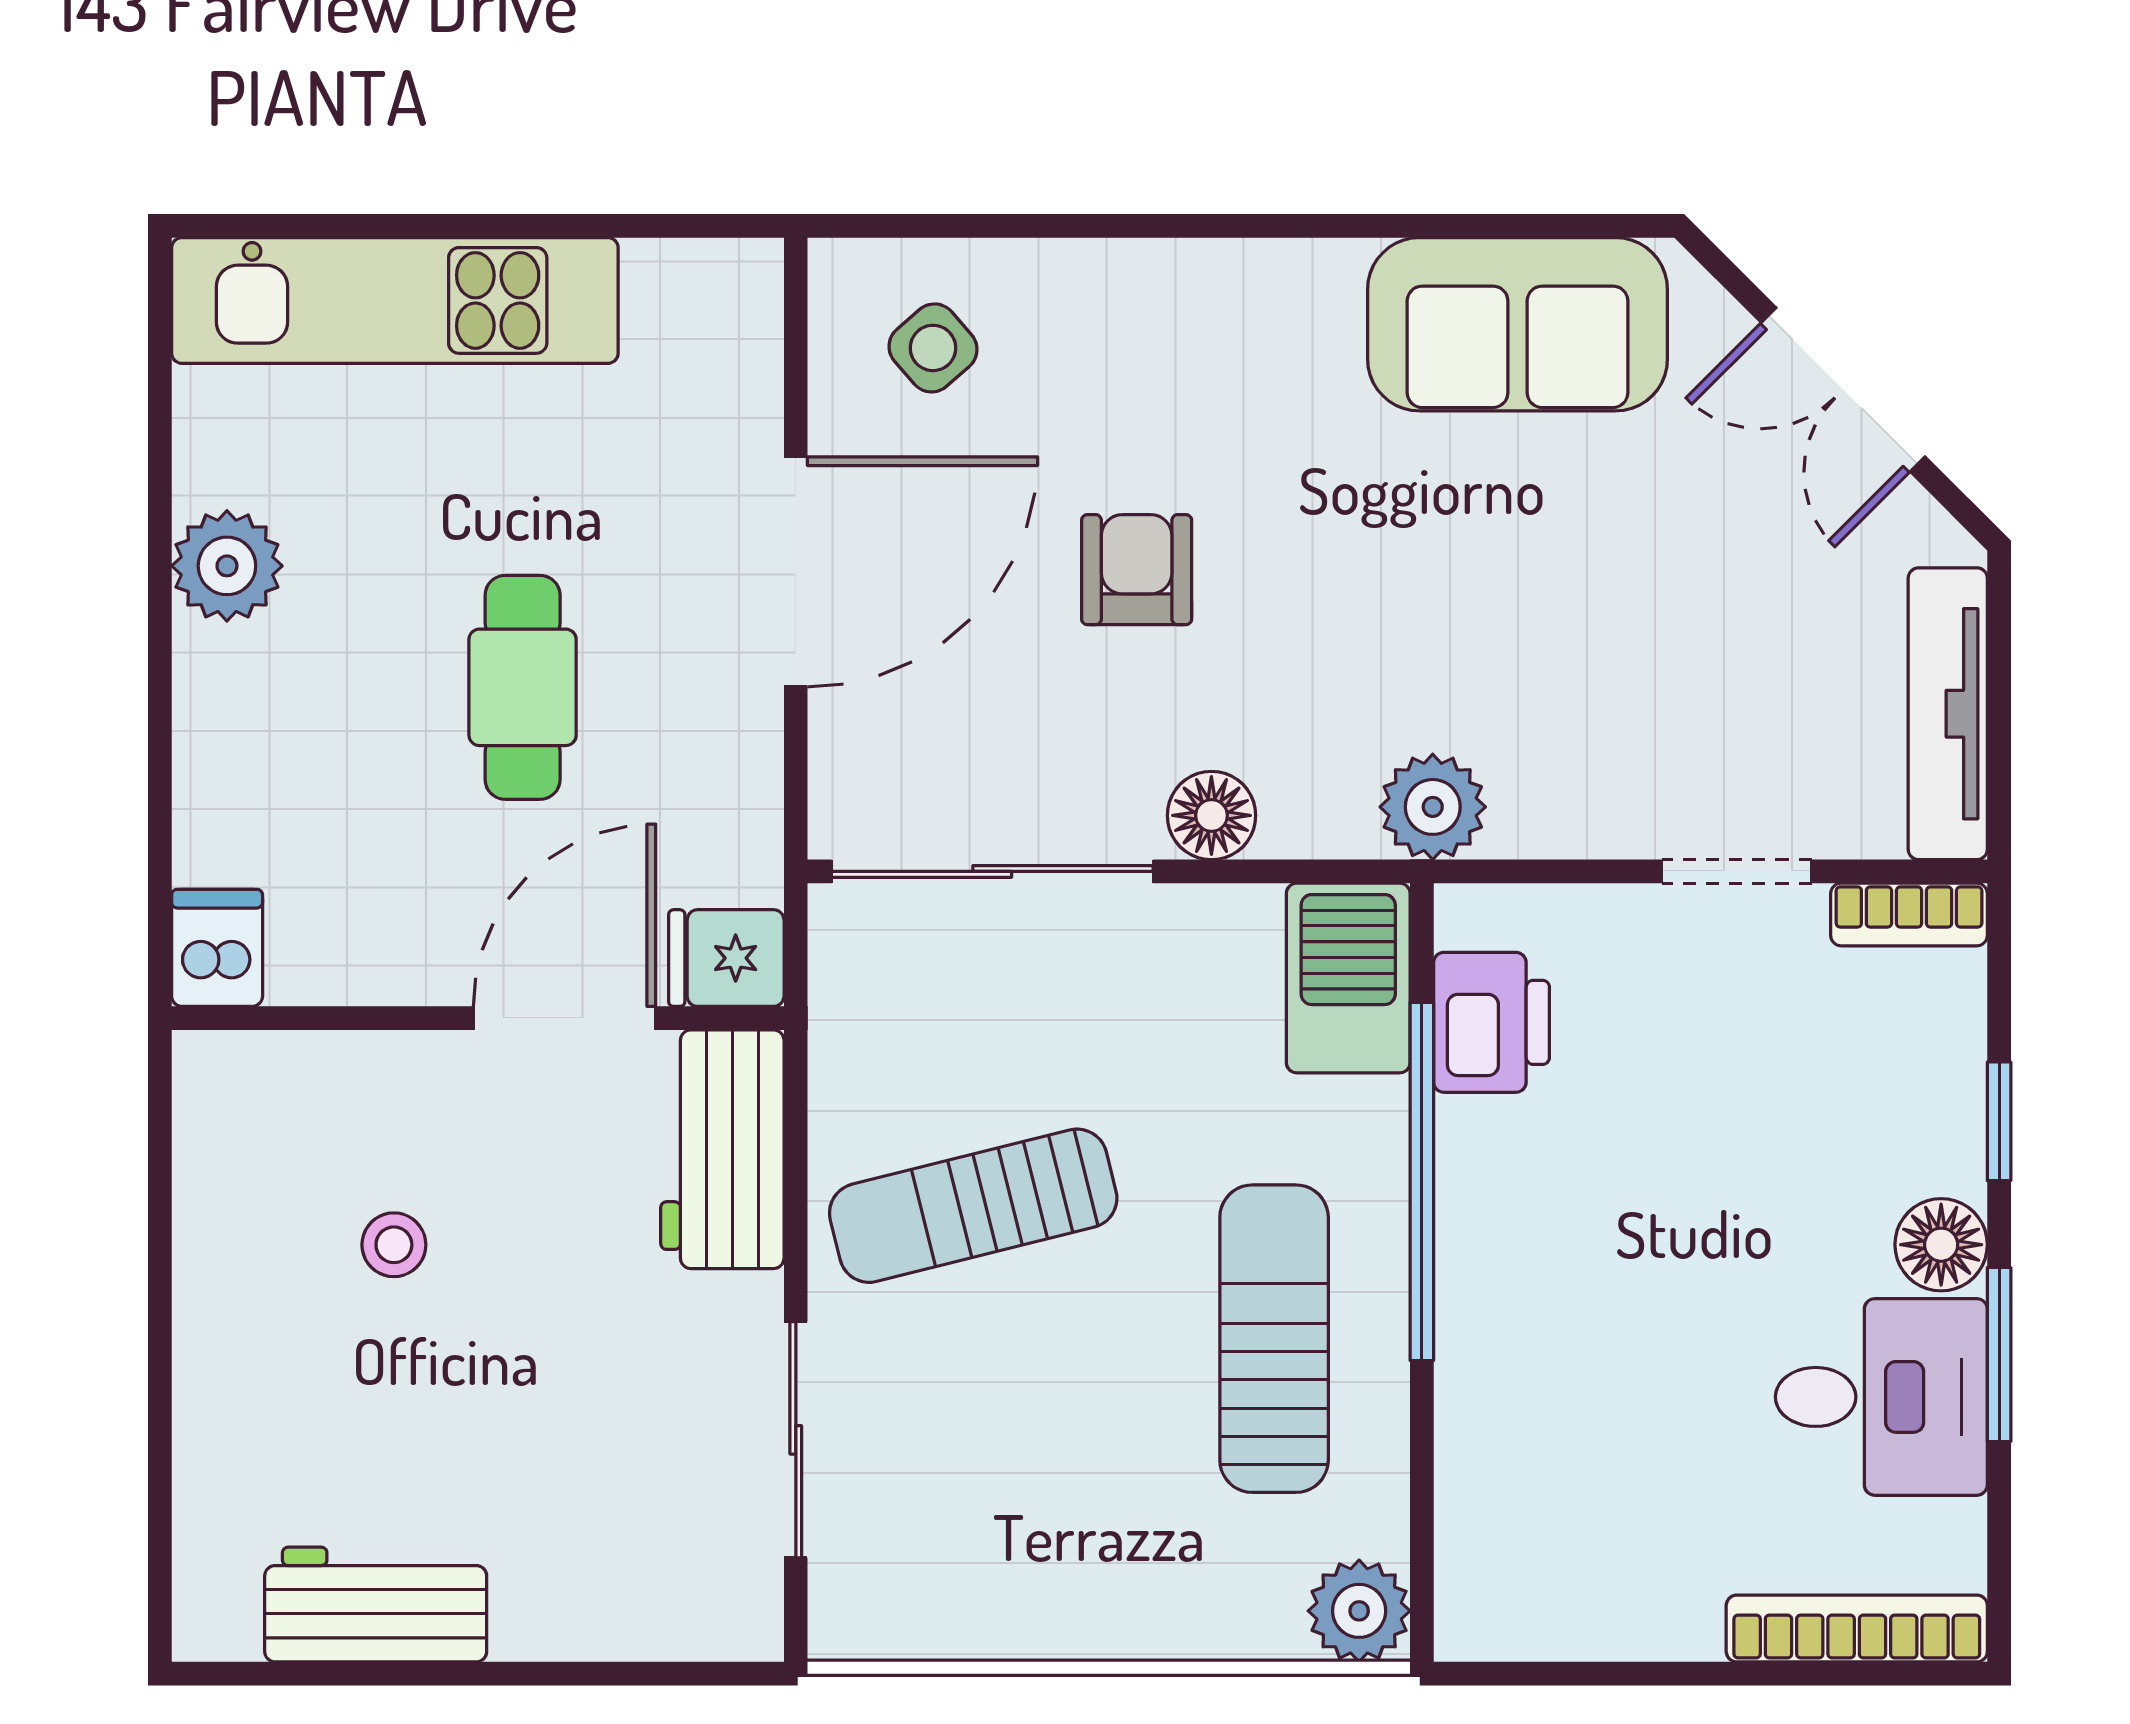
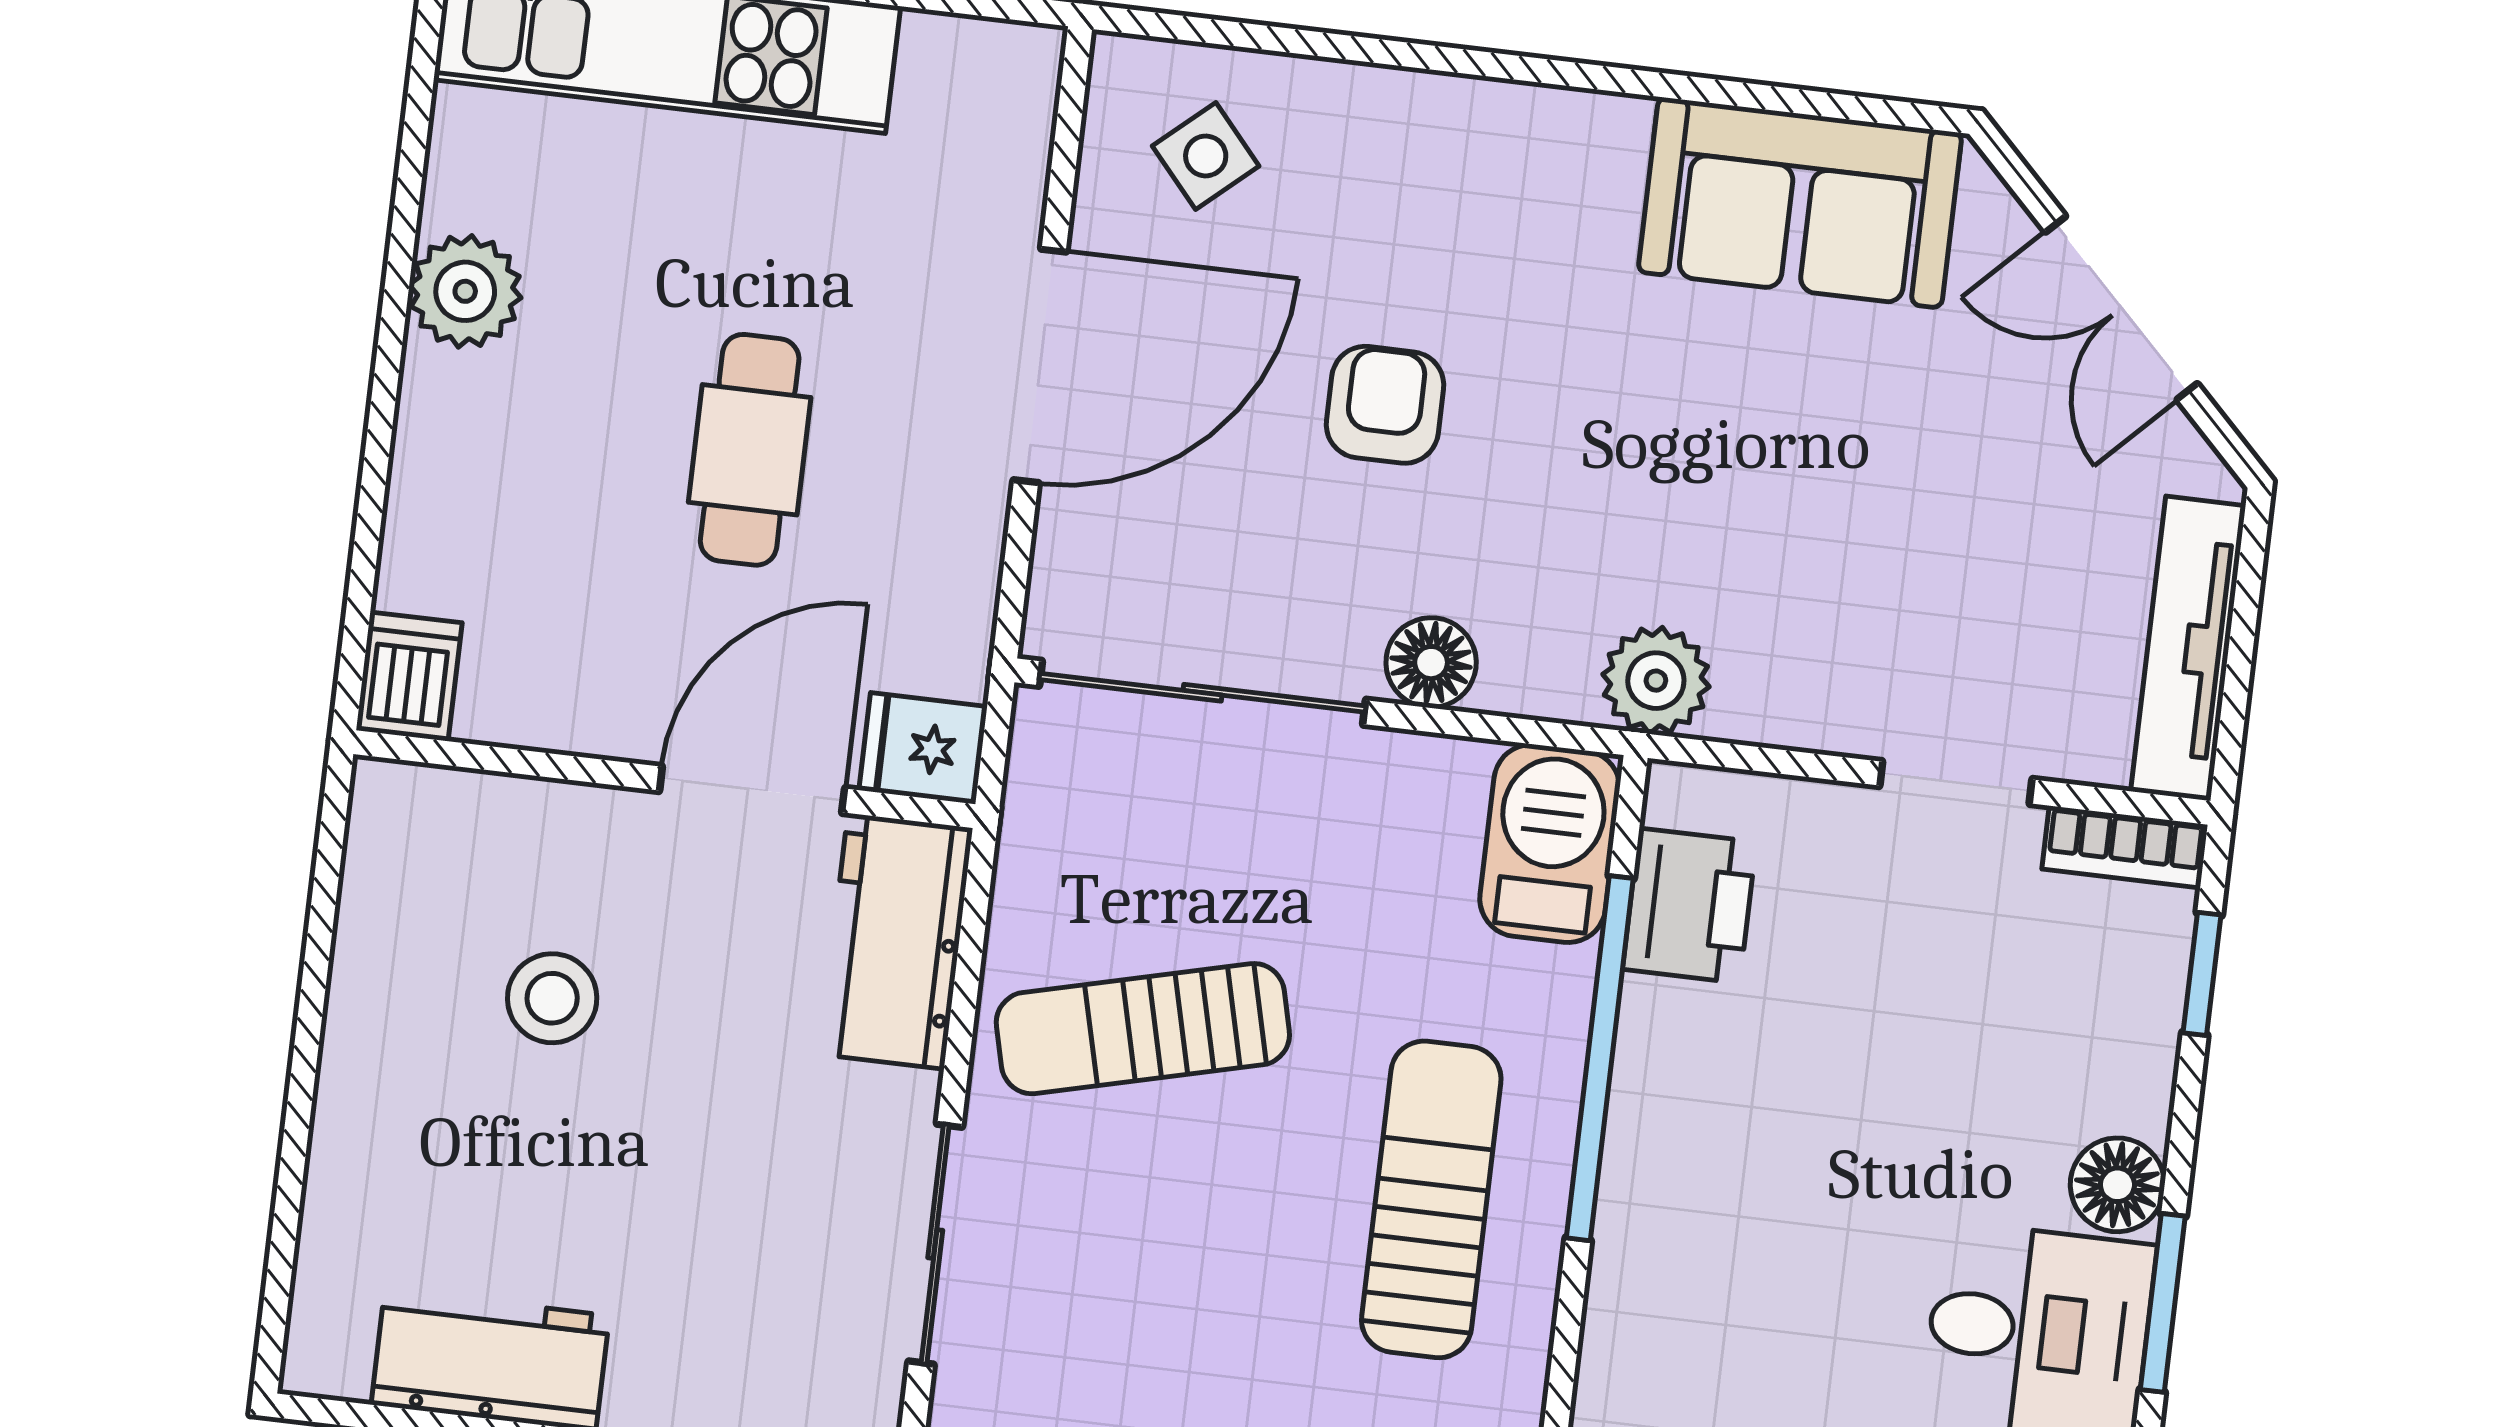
window: (1999, 1121) -> (2202, 974), moved
stool: (394, 1245) -> (552, 998), width x1.37, depth x1.37

